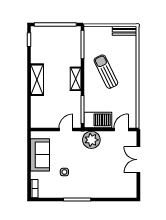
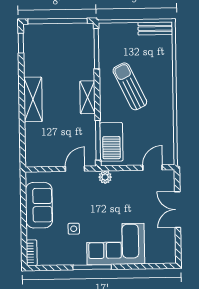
barbecue: (98, 120) -> (111, 142), moved, turned 90
plant: (91, 140) -> (105, 177), width x0.53, depth x0.53
corner sofa: (94, 183) -> (116, 244), added

